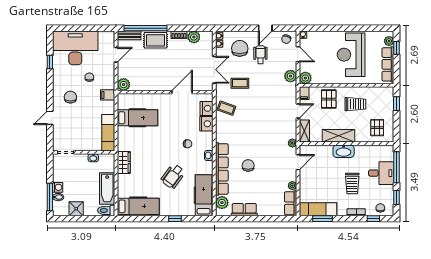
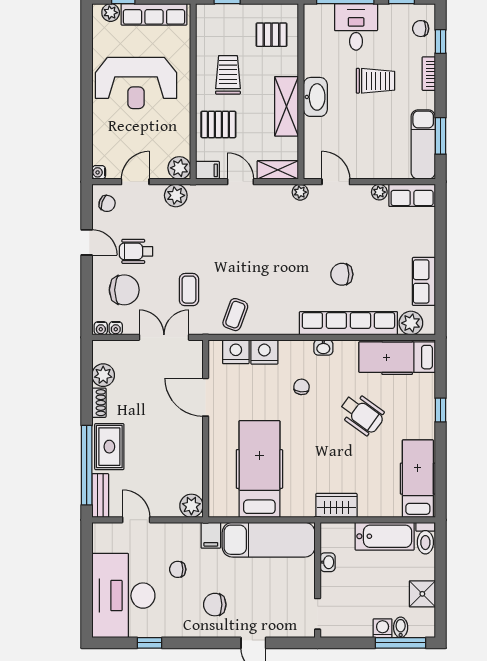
chair: (240, 48) -> (124, 290), turned 180
hospital bed: (138, 118) -> (259, 469), width x1.37, depth x1.29
exam couch: (108, 133) -> (269, 540), width x1.36, depth x1.45

